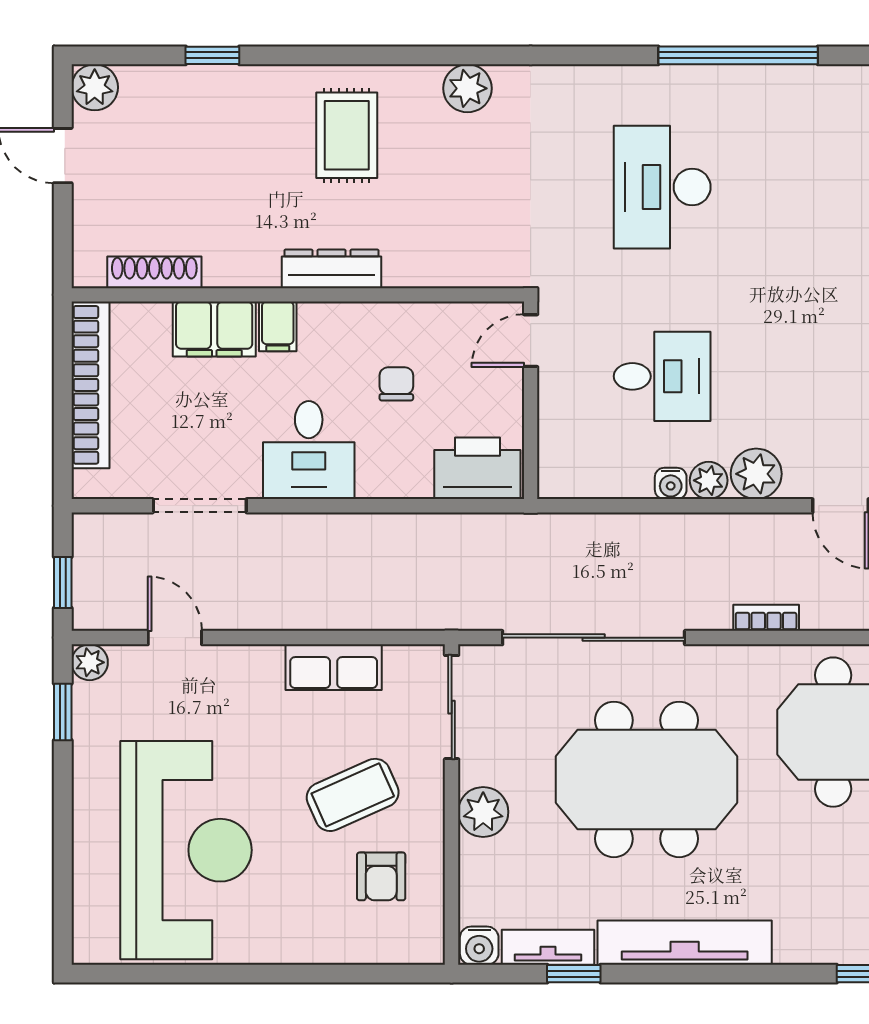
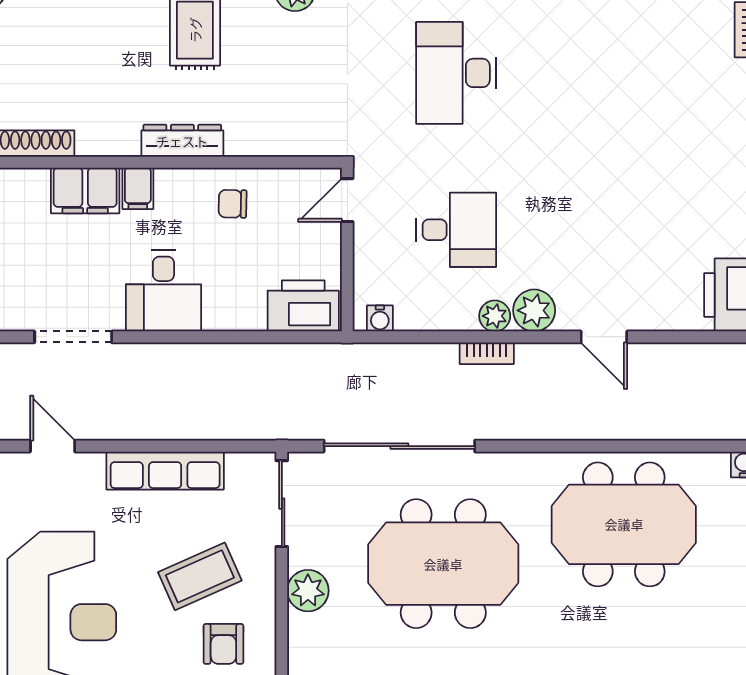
chair: (396, 384) -> (233, 204), moved, turned -89
water cooler: (671, 483) -> (380, 318), moved
bookcase: (766, 618) -> (487, 353), moved, turned 180
row of seats: (334, 667) -> (165, 471), width x1.48

